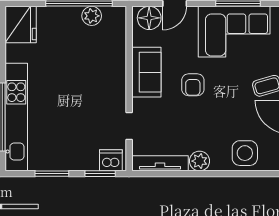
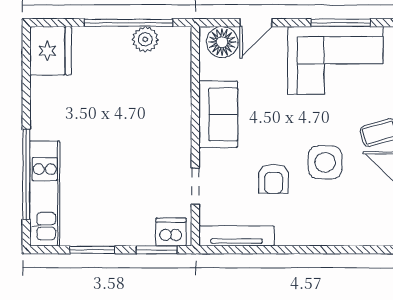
armchair: (193, 85) -> (274, 179), moved
kitchen unit: (16, 117) -> (45, 193), width x0.73
side table: (245, 153) -> (325, 162), moved
plant: (200, 161) -> (289, 233), removed

